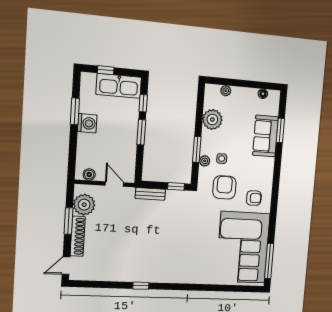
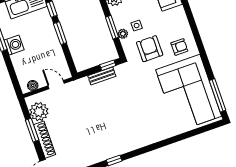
bench: (150, 194) -> (102, 76), moved

